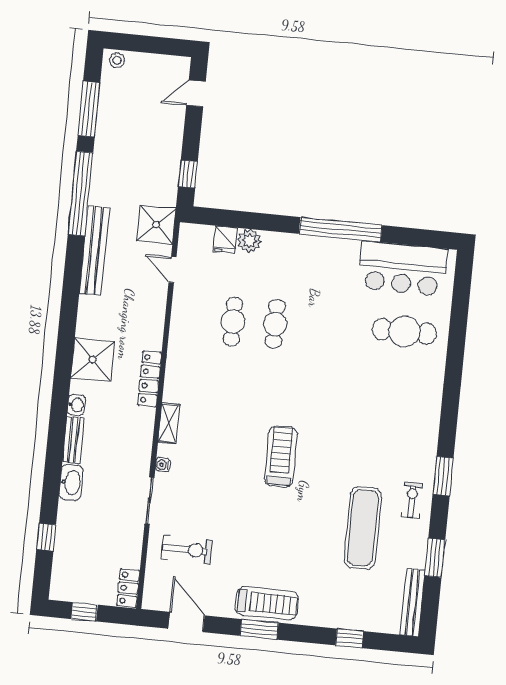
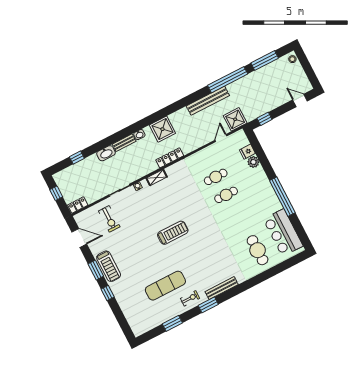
bench: (413, 602) -> (222, 288), moved
door: (186, 622) -> (79, 238), hinge flipped
window: (349, 638) -> (108, 293), moved

